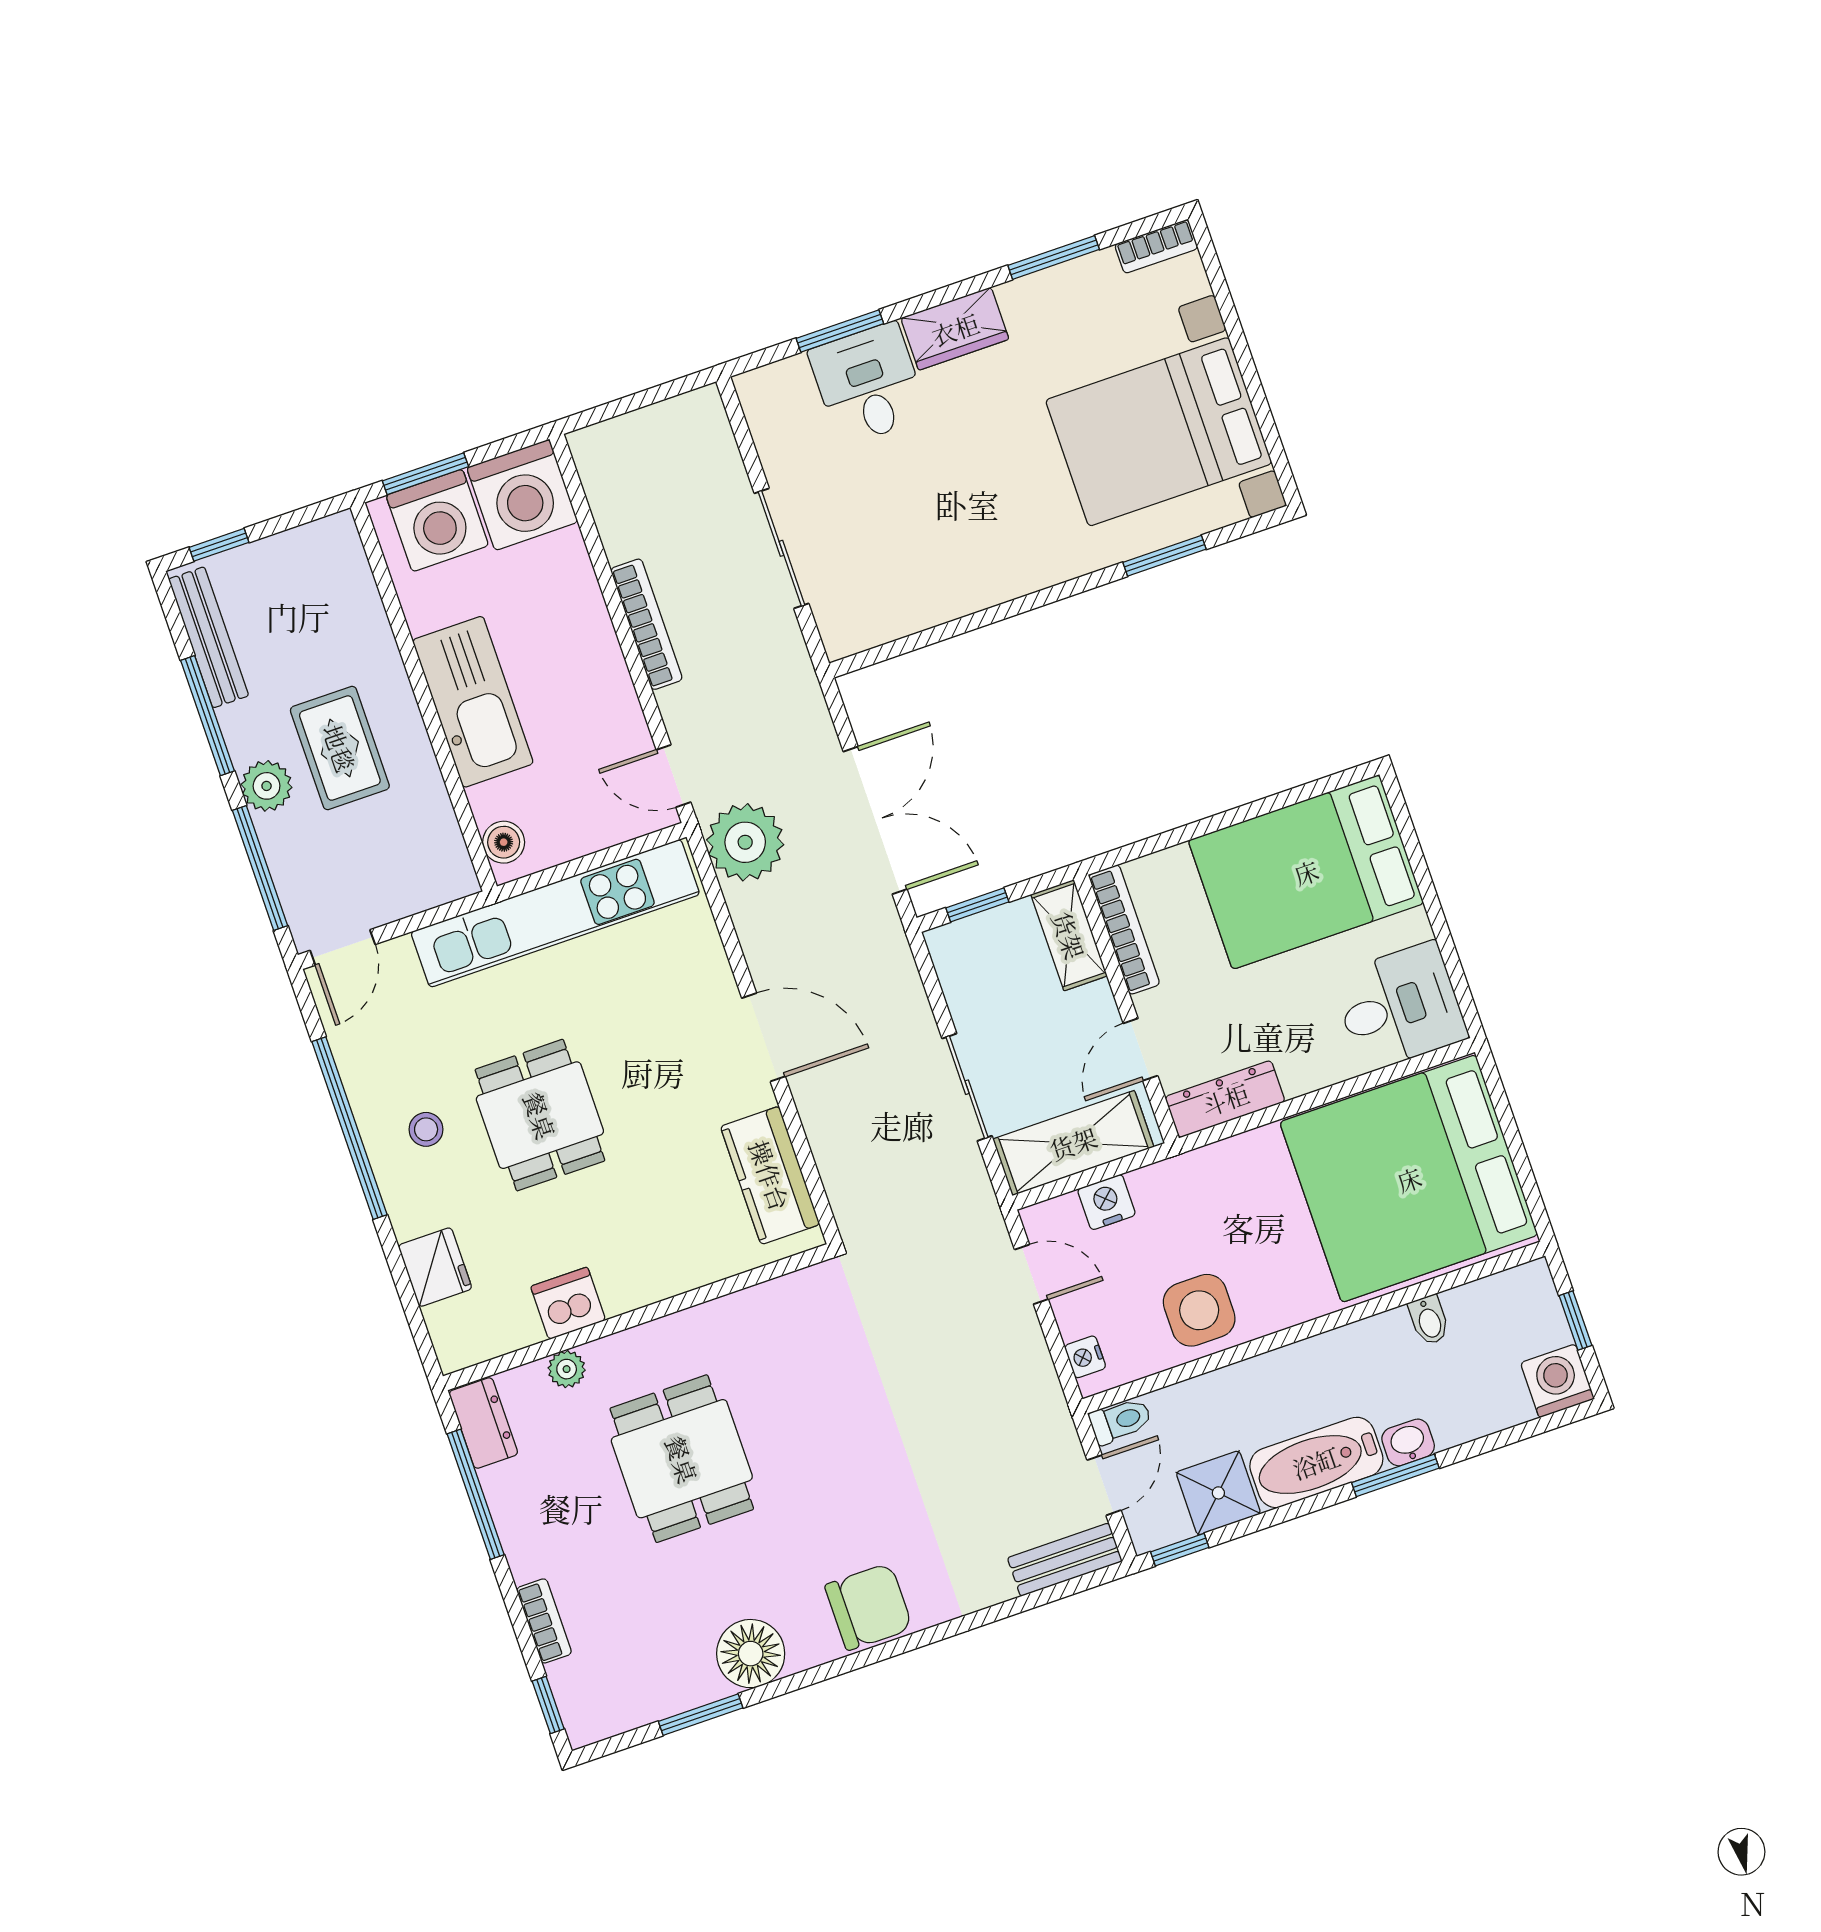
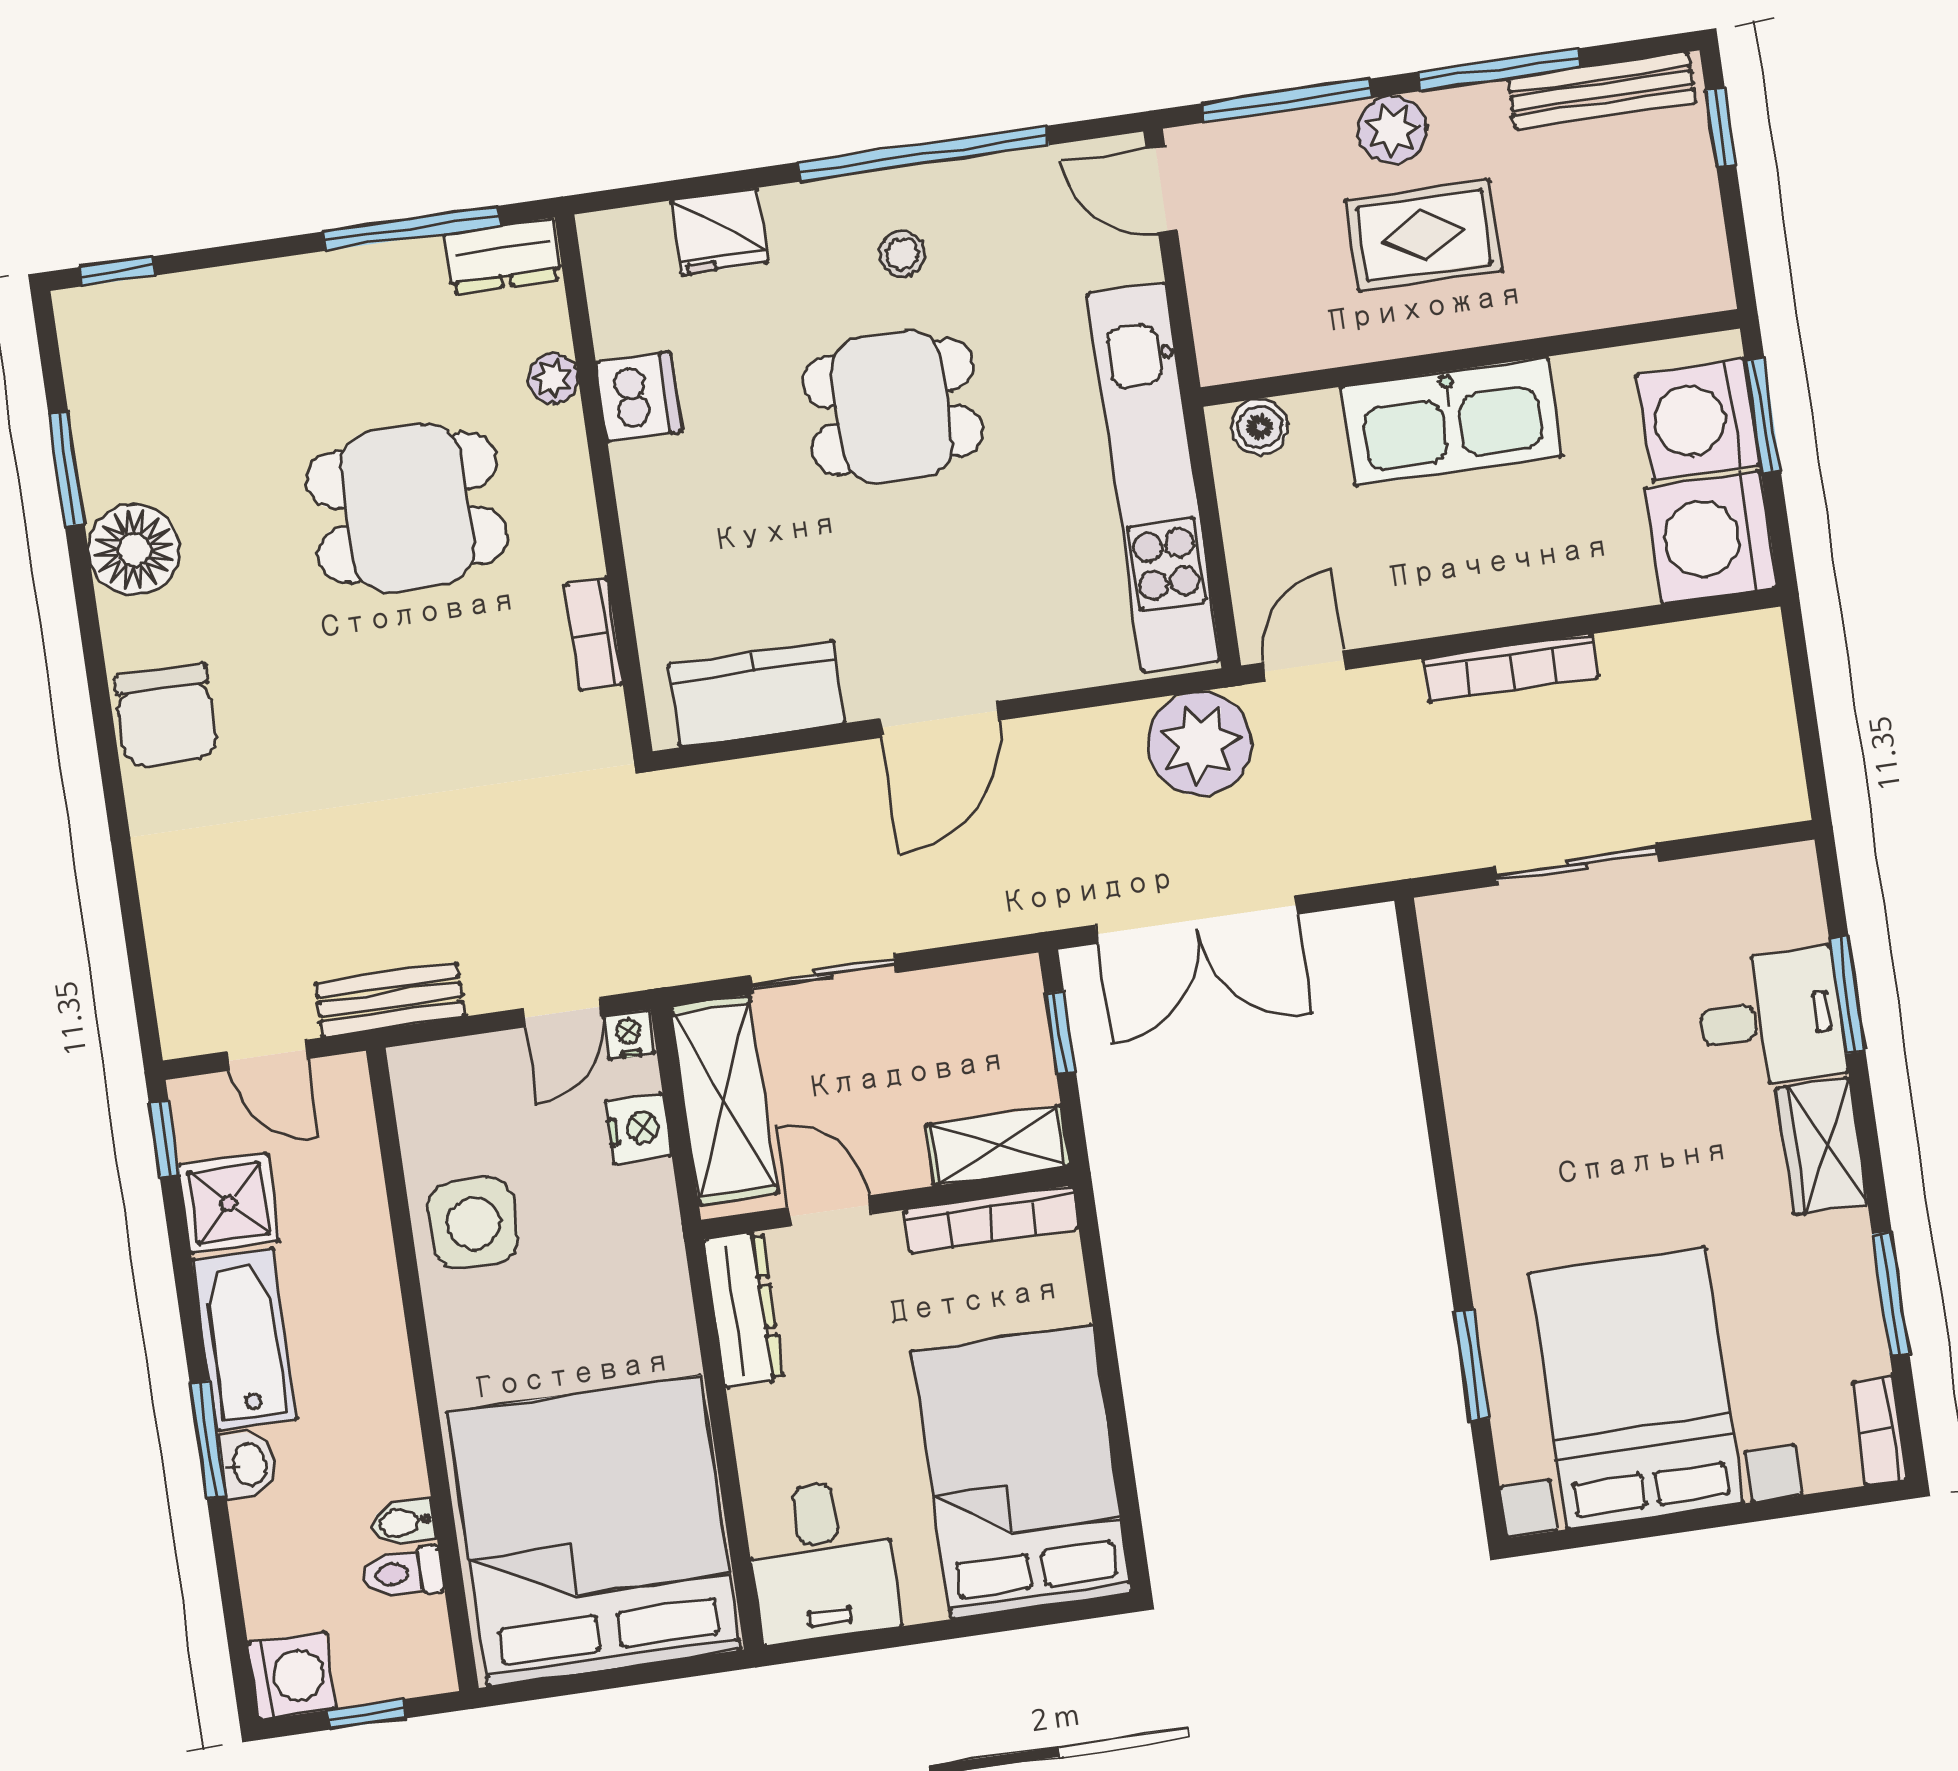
nightstand: (1085, 1357) -> (629, 1035), moved
toilet: (1120, 1421) -> (403, 1573), moved, turned 90
bench: (1065, 1560) -> (390, 1000), moved, turned 90
bookcase: (544, 1621) -> (594, 634), moved, turned 90

